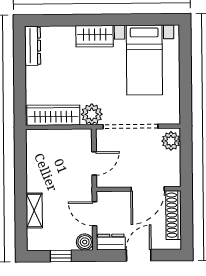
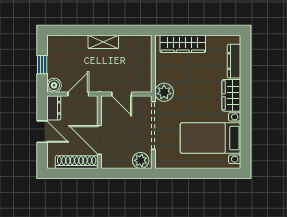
dresser: (33, 46) -> (234, 61), moved, turned 90
wardrobe: (53, 115) -> (183, 44), moved, turned 90
shelving: (34, 210) -> (103, 42), moved

